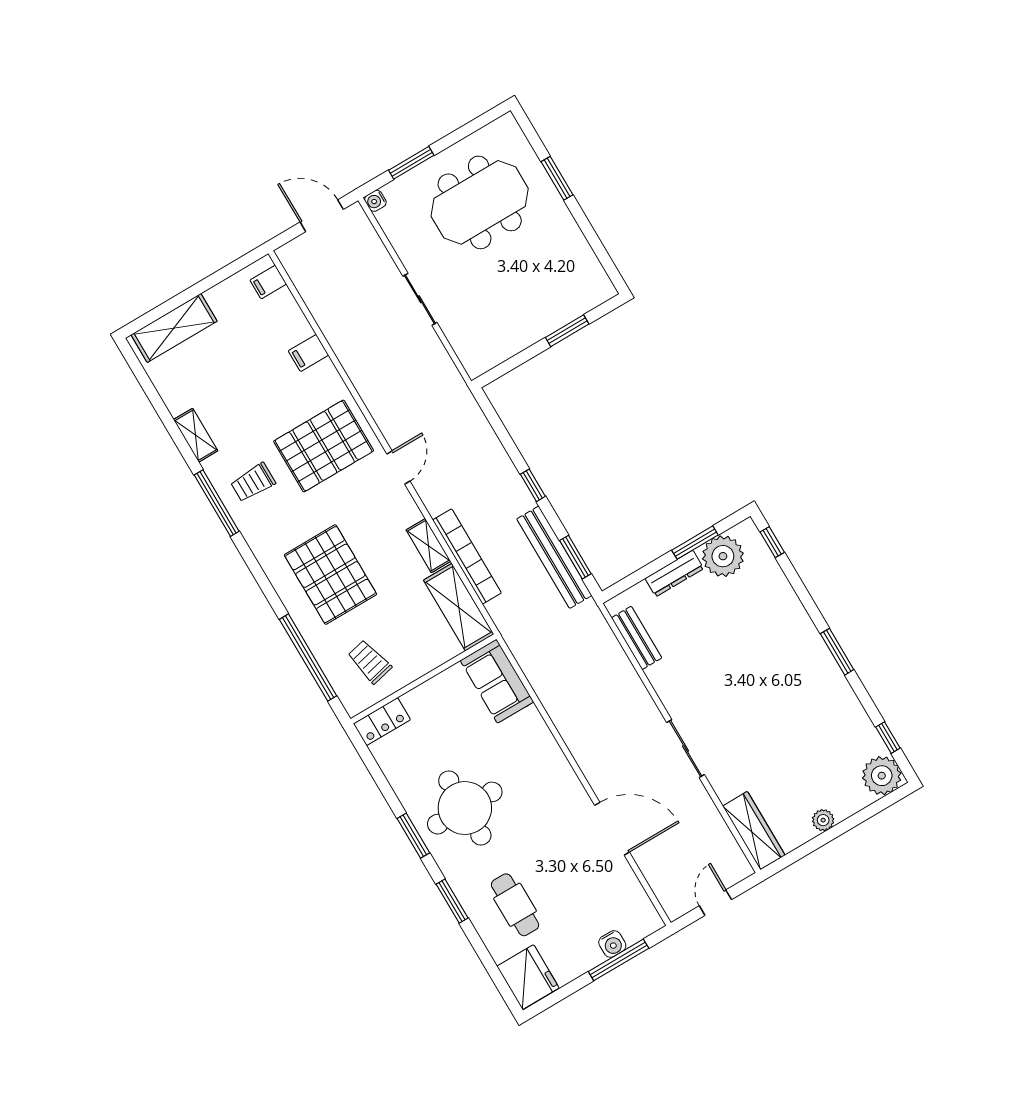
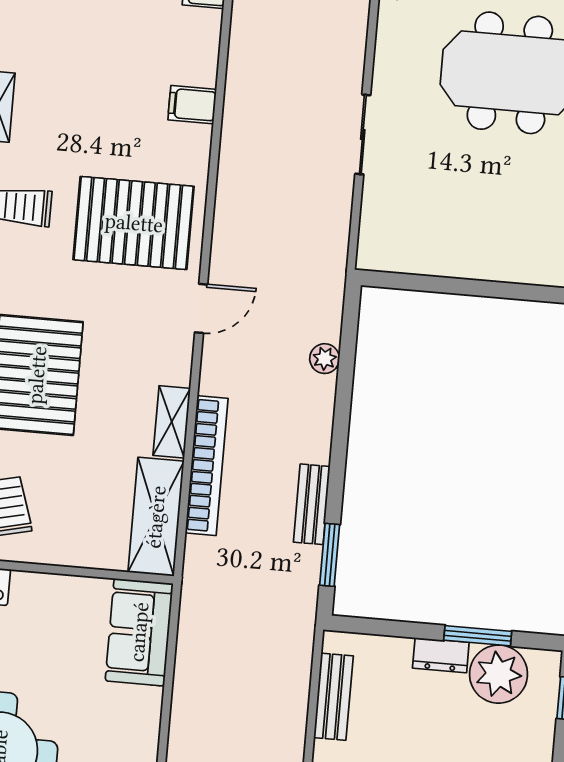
window: (567, 331) -> (505, 290), removed
plant: (491, 445) -> (325, 359), added
window: (533, 485) -> (340, 438), removed
bench: (554, 557) -> (312, 504), width x0.54, depth x0.82
dresser: (674, 574) -> (441, 655), width x0.70

